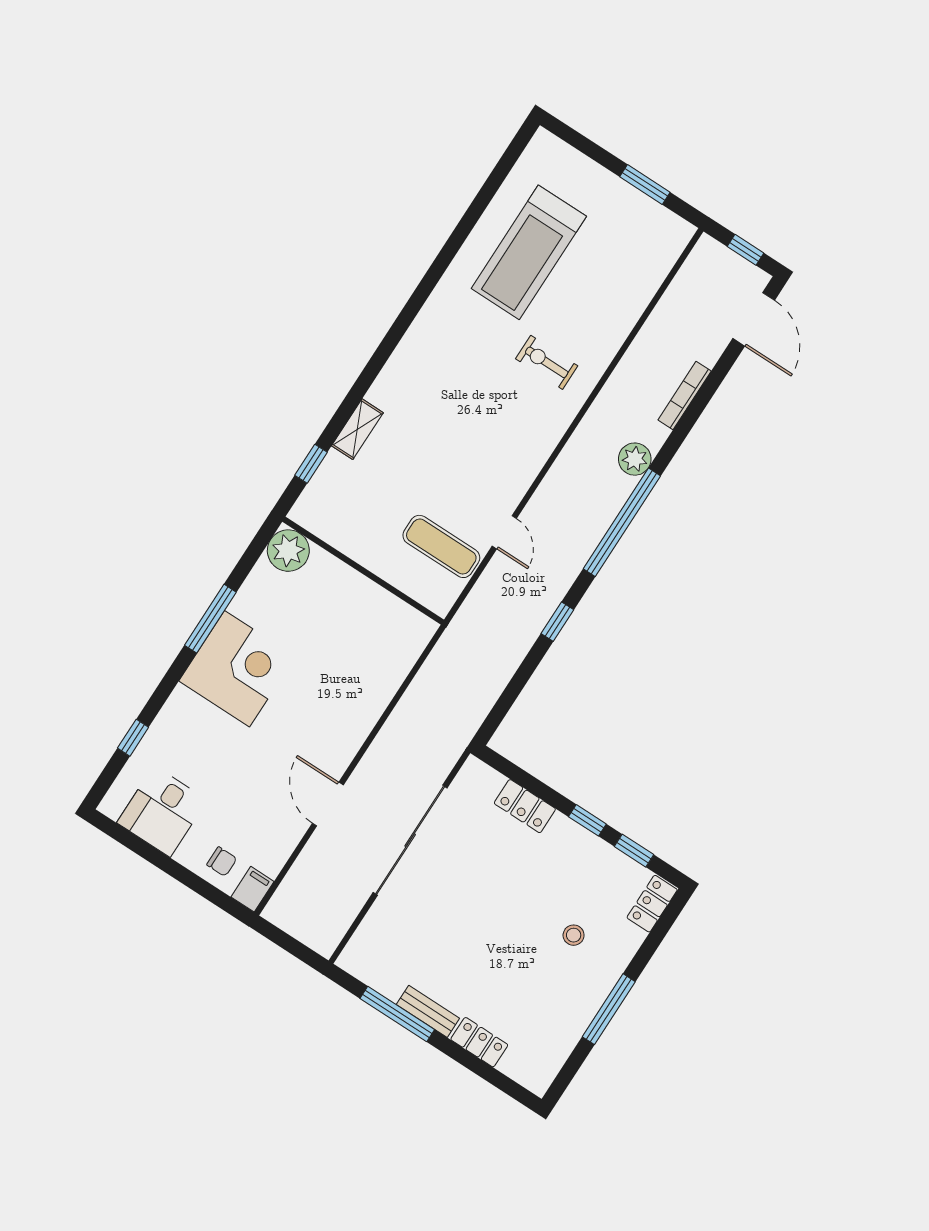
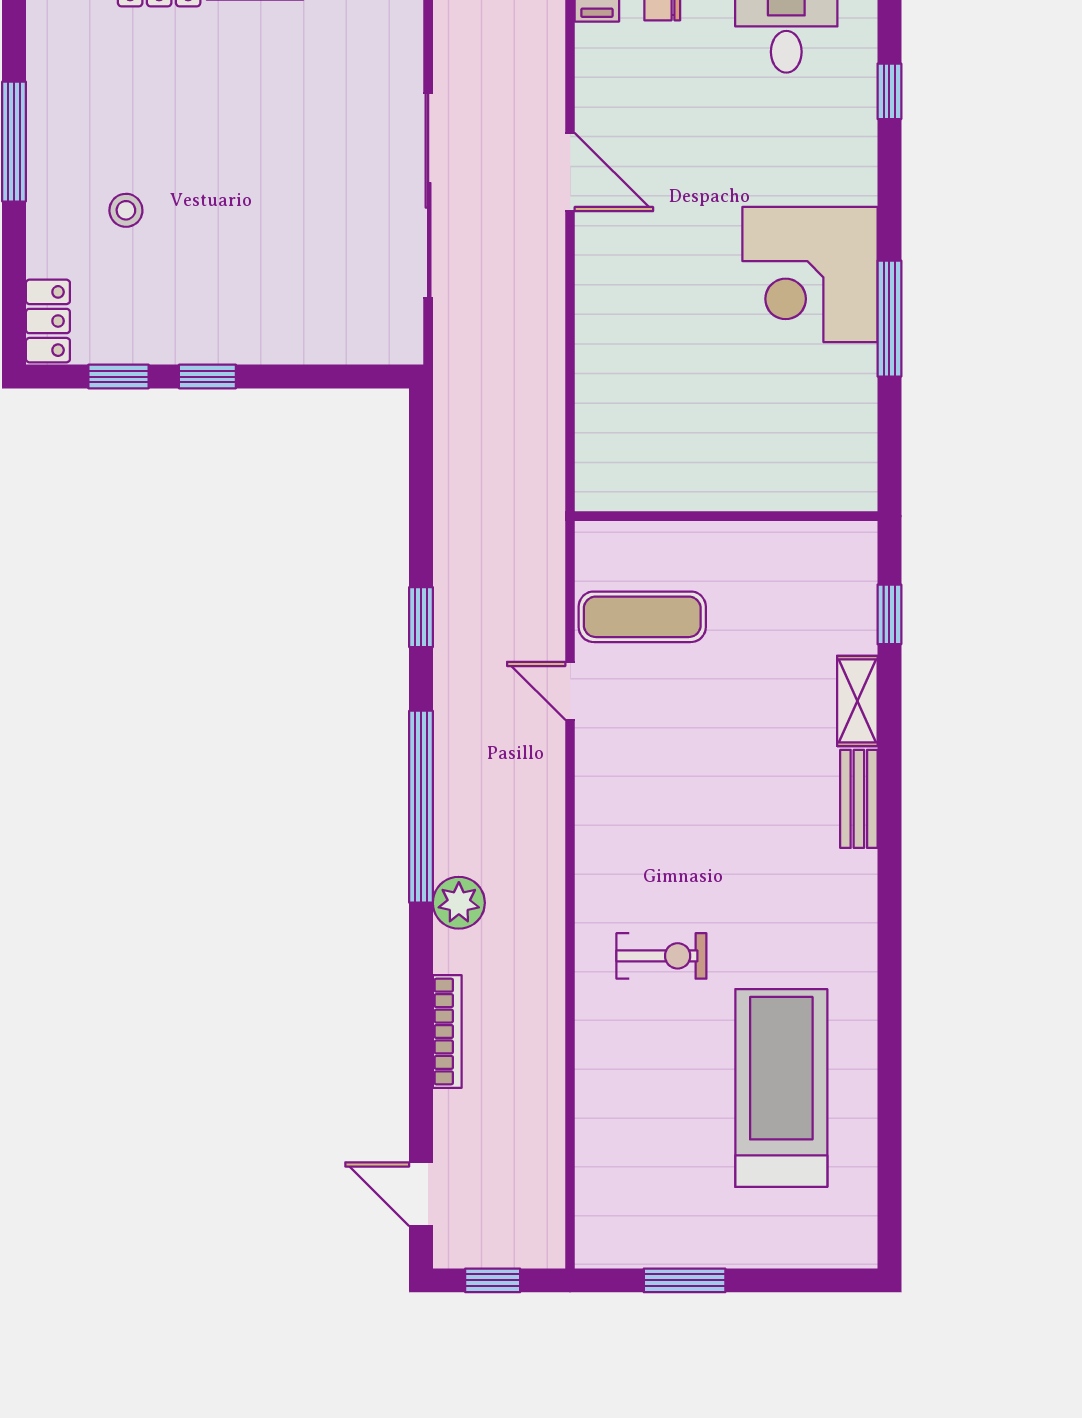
door: (754, 319) -> (421, 1194), width x0.73
bench: (390, 377) -> (859, 799), added
plant: (288, 551) -> (844, 478), removed
locker: (525, 806) -> (304, 341), removed

